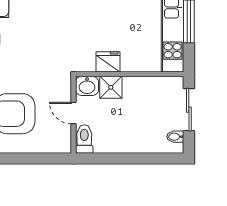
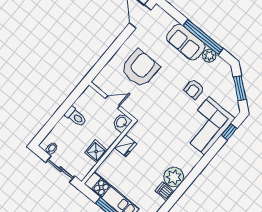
shower: (111, 87) -> (96, 152), moved
toilet: (84, 139) -> (76, 117), moved

